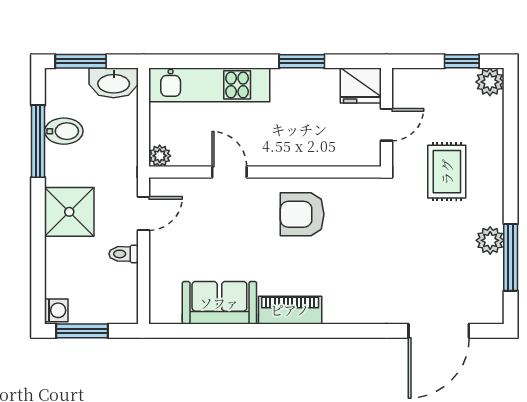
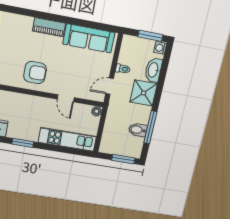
washbasin: (114, 83) -> (153, 70), moved, turned -90
sofa: (219, 303) -> (89, 38), width x1.36

